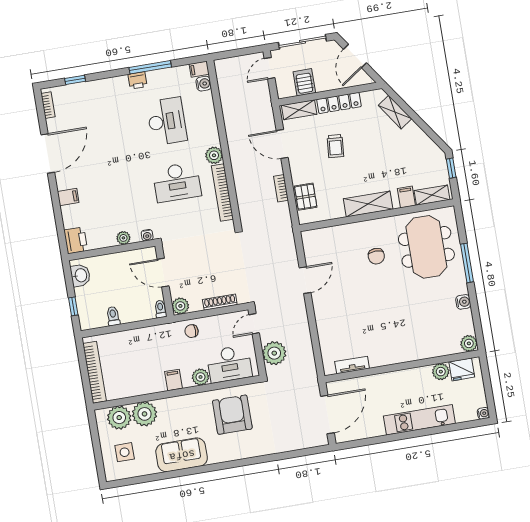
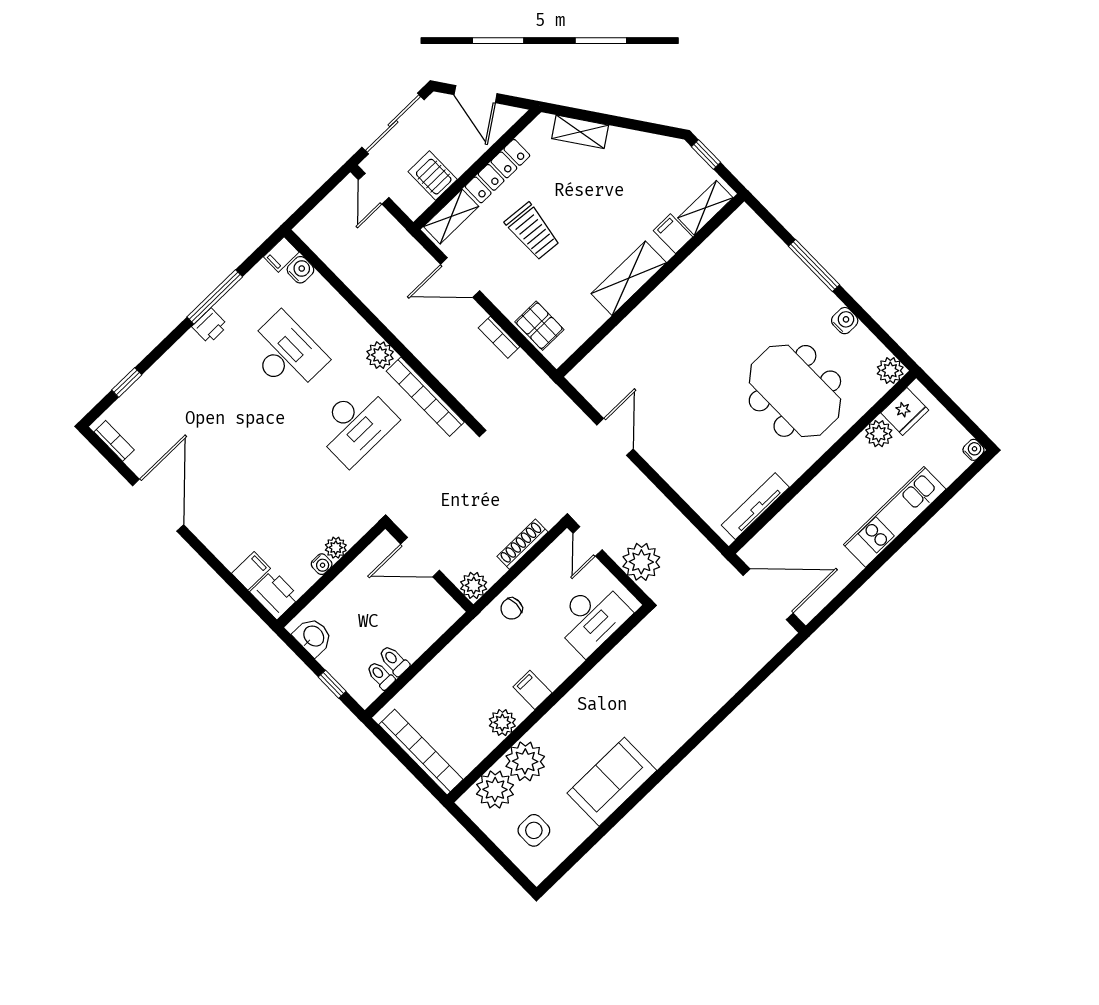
trolley: (335, 146) -> (532, 231), width x1.36, depth x1.39
filing cabinet: (68, 197) -> (251, 571), moved
water cooler: (147, 235) -> (322, 564), moved
meeting table: (426, 247) -> (795, 391), moved
chair: (376, 256) -> (688, 340), removed
toilet: (161, 309) -> (381, 675), moved
tv unit: (352, 365) -> (755, 506), width x1.41
plant: (200, 377) -> (502, 723), moved
armchair: (232, 415) -> (642, 682), removed
door: (327, 415) -> (768, 594), hinge flipped

